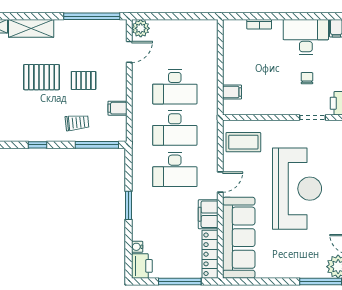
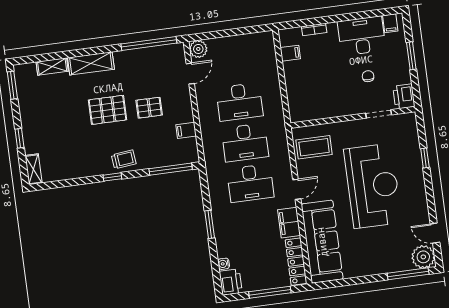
filing cabinet: (232, 92) -> (290, 53), moved
trolley: (77, 123) -> (124, 159), moved

